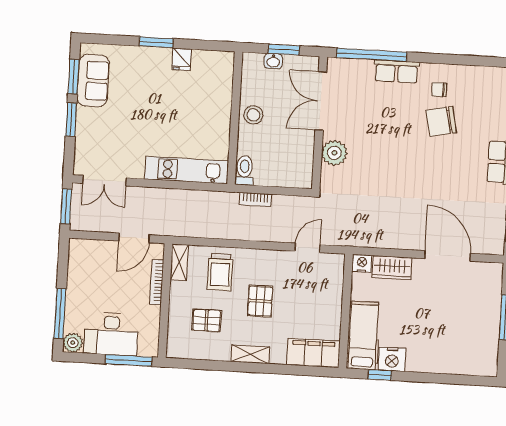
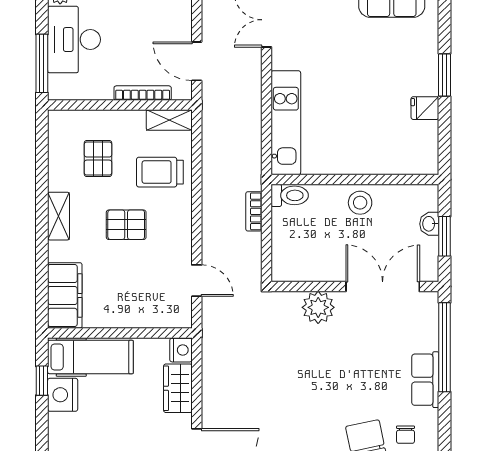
chair: (439, 90) -> (405, 435), turned 180

